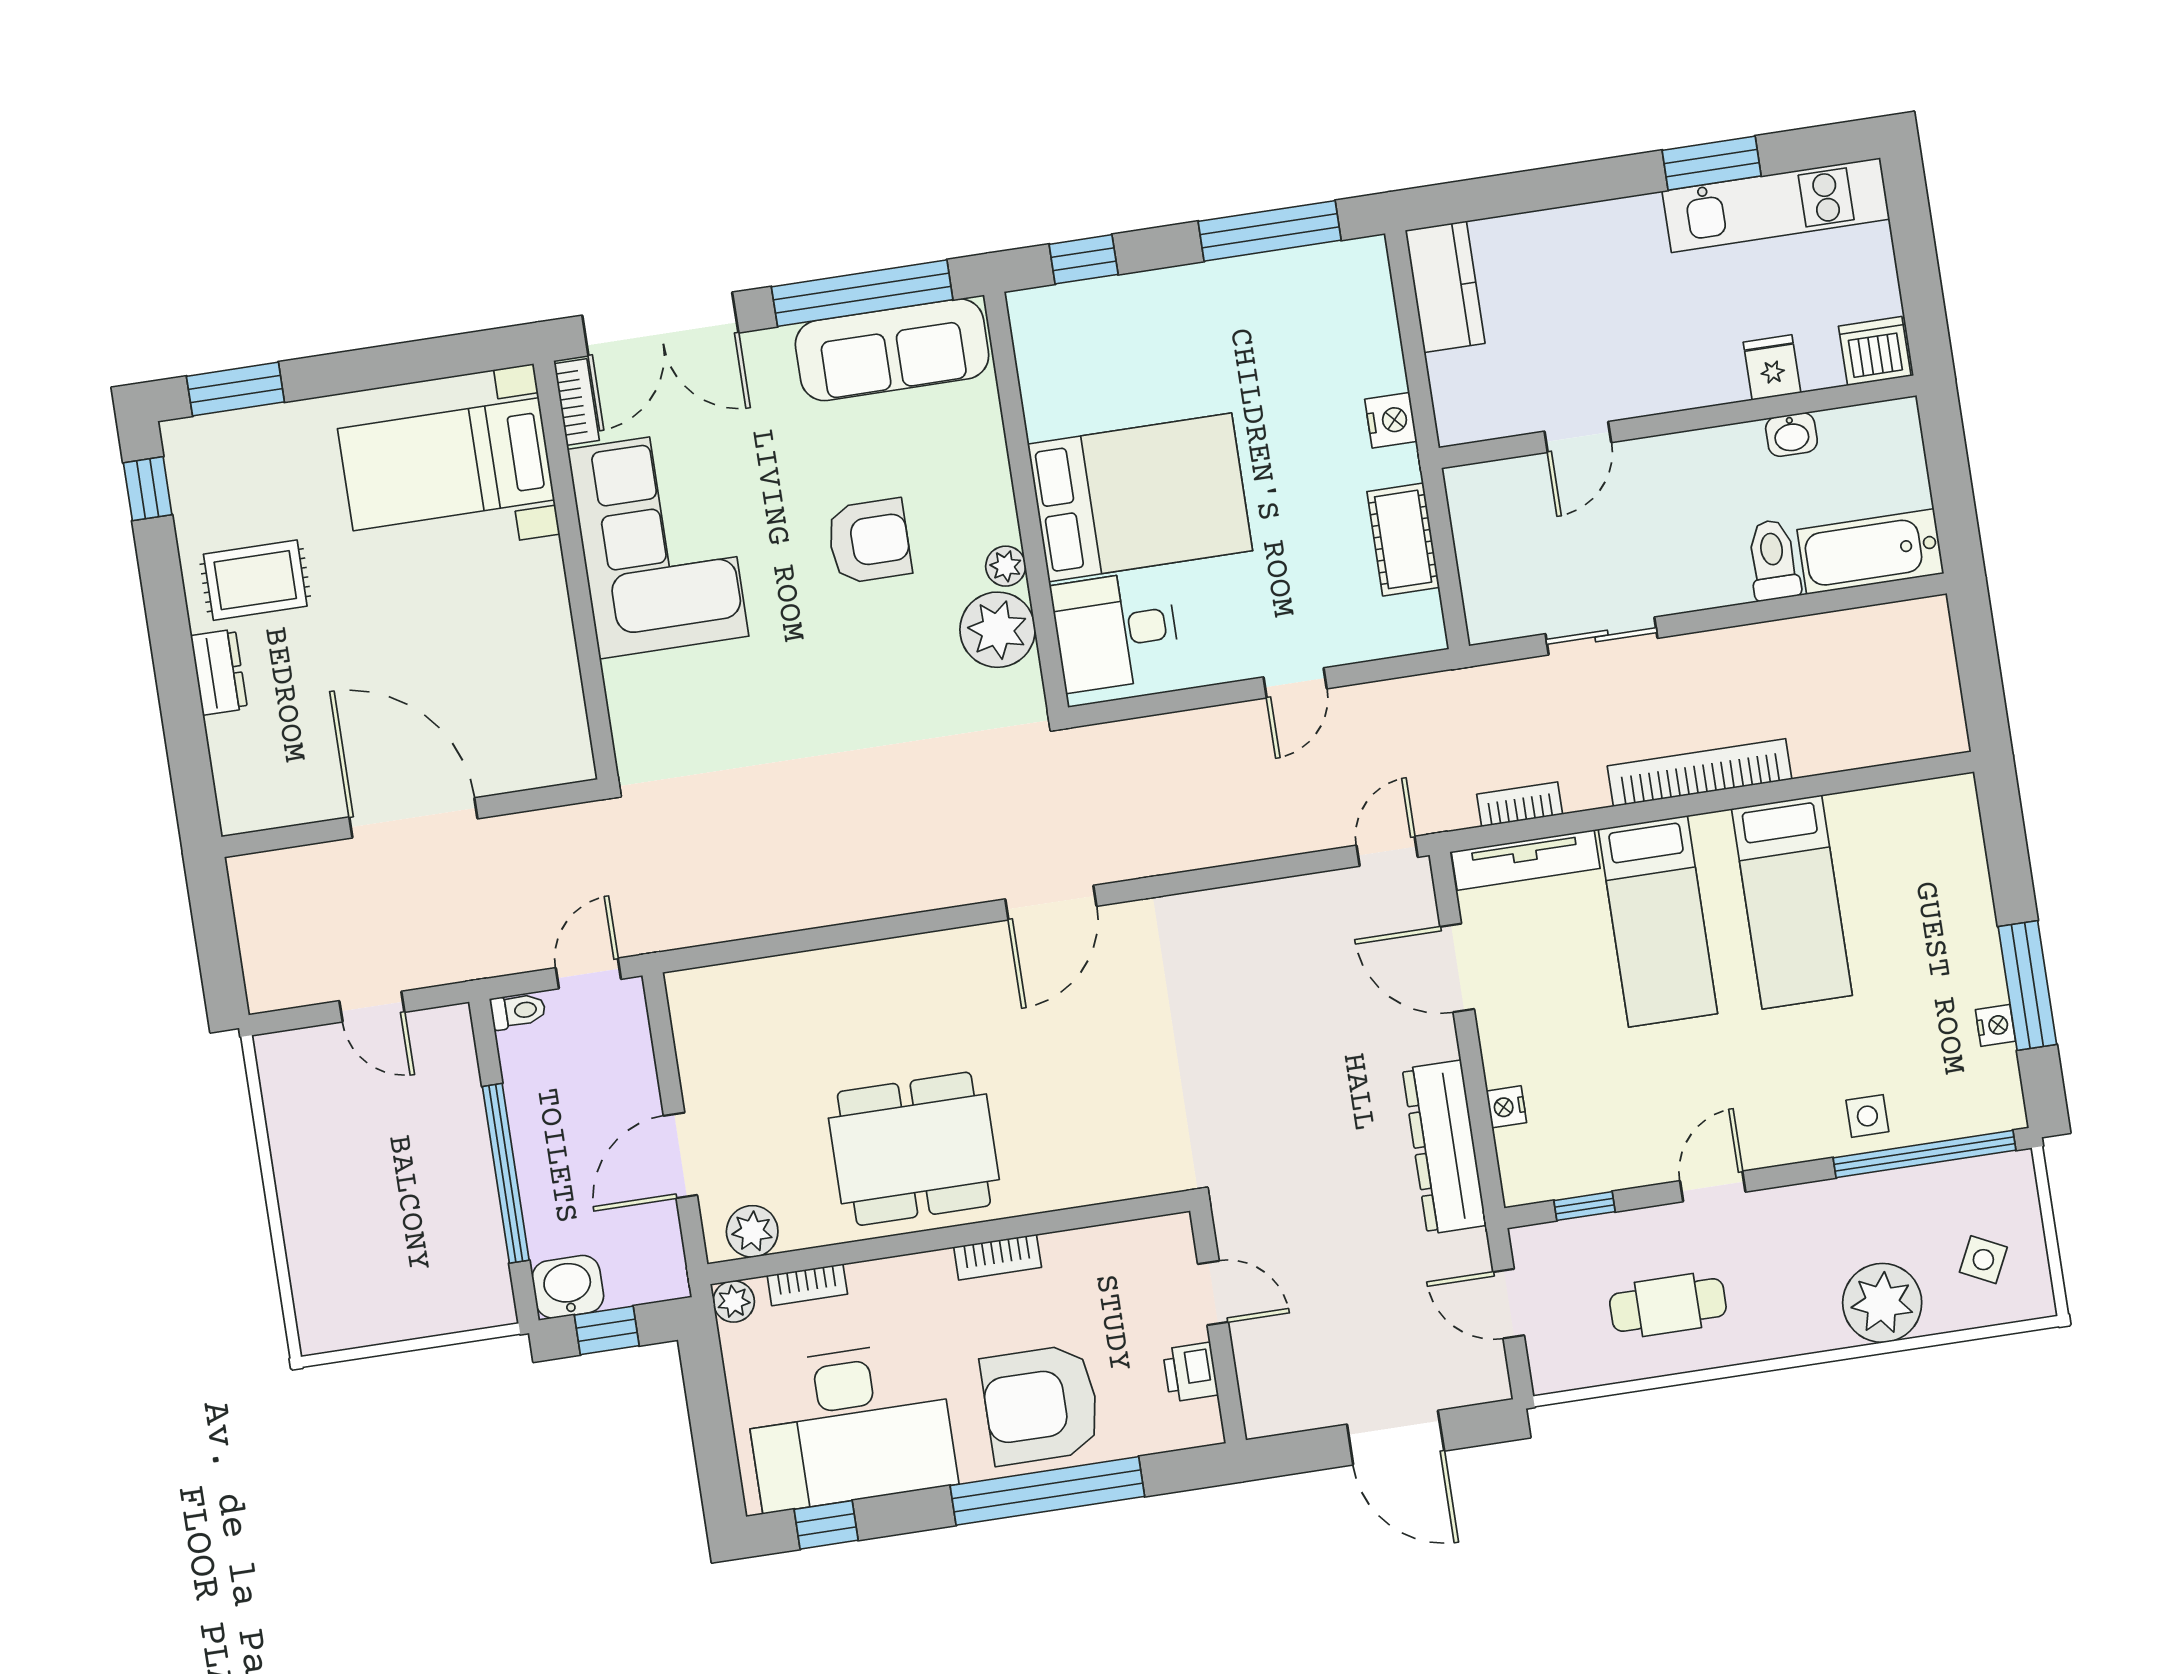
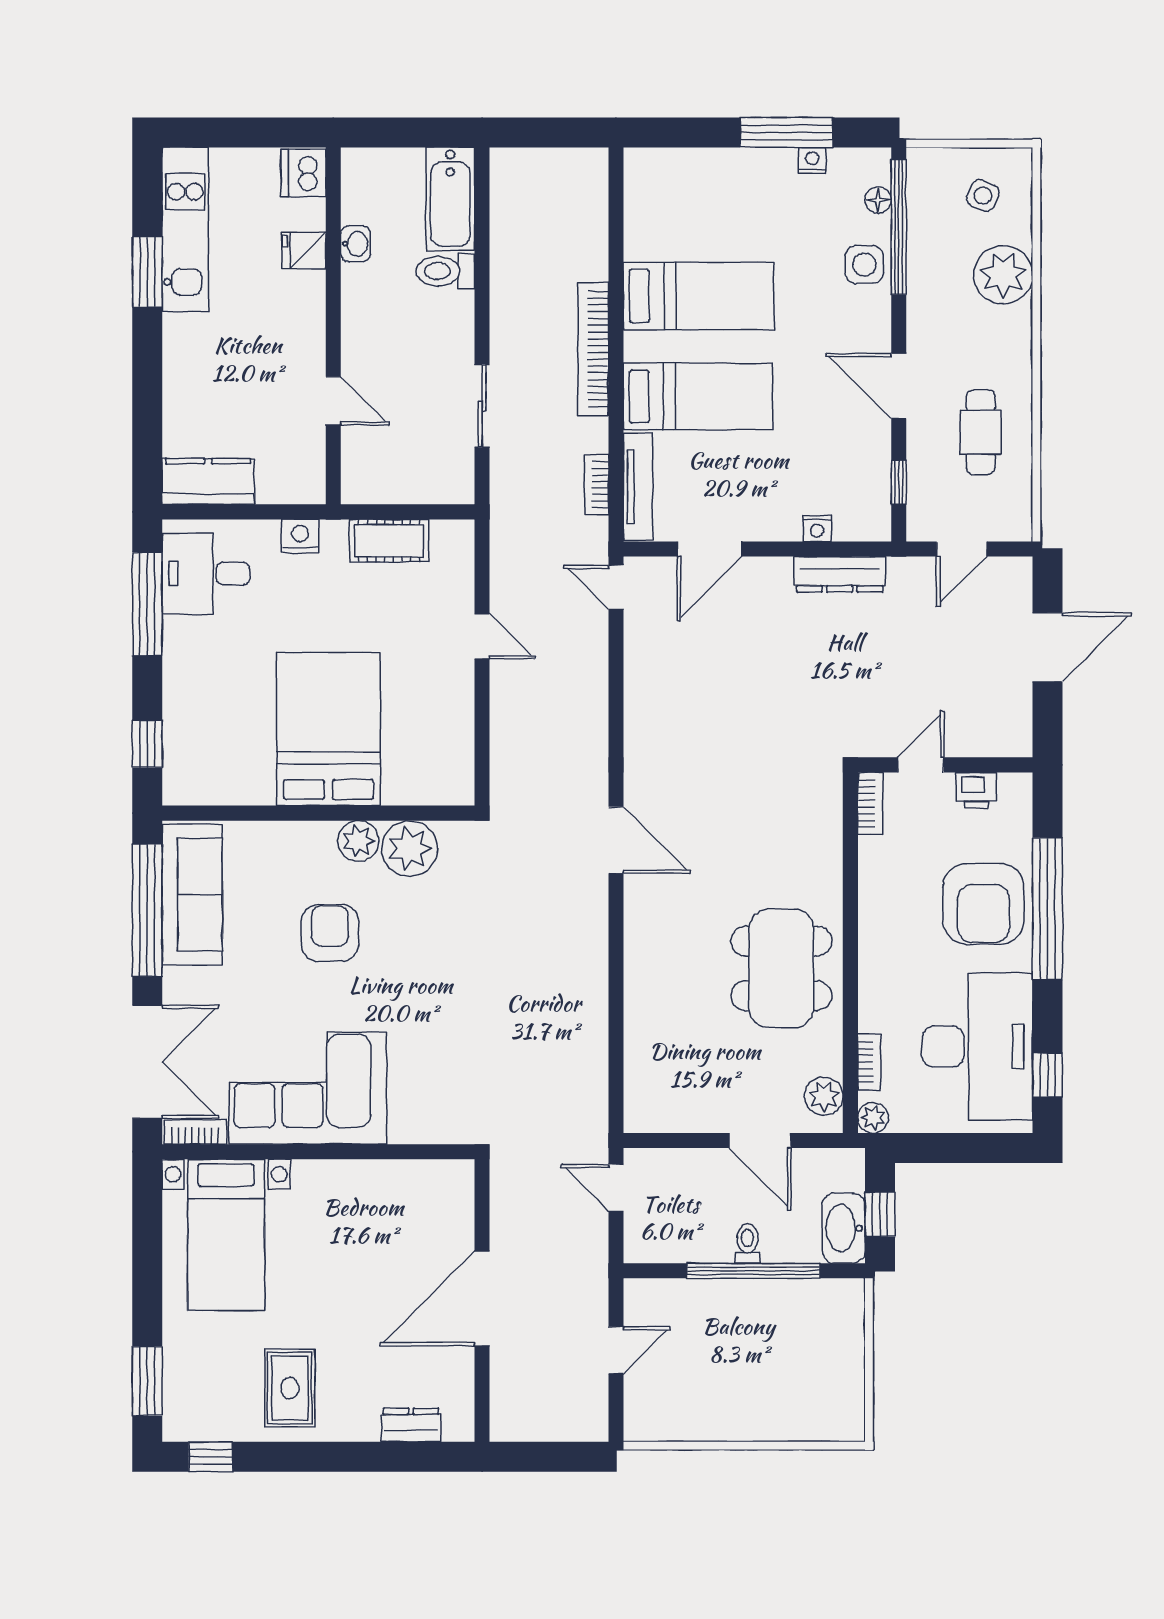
plant: (1006, 566) -> (358, 841), width x1.38, depth x1.38
desk: (1116, 631) -> (206, 574), moved, turned 90
dresser: (219, 672) -> (411, 1425), moved
toilet: (518, 1011) -> (747, 1243), moved
side table: (1867, 1116) -> (864, 265), width x1.37, depth x1.37
floor lamp: (1956, 1121) -> (878, 200), added
dresser: (1444, 1147) -> (840, 574), width x0.73, depth x0.80
door: (1713, 1186) -> (899, 386), width x1.38
bookcase: (998, 1257) -> (870, 803), moved
washbasin: (568, 1287) -> (844, 1228), width x1.38

